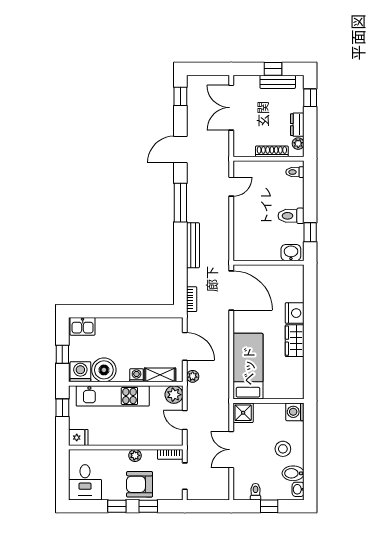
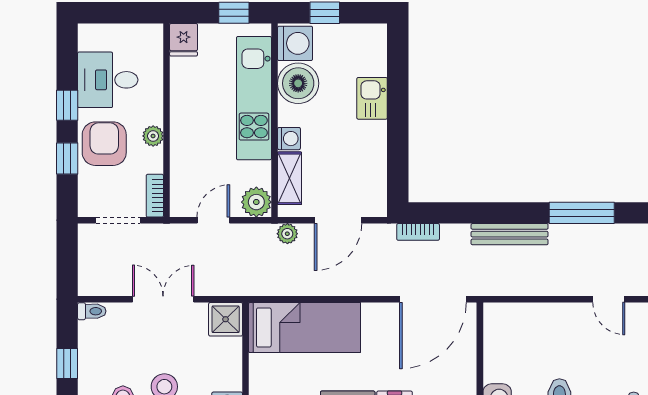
kitchen sink: (83, 326) -> (372, 98), moved
desk: (85, 482) -> (108, 80), moved
toilet: (256, 492) -> (92, 311), moved

